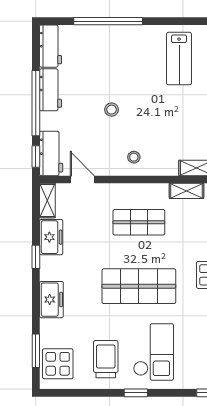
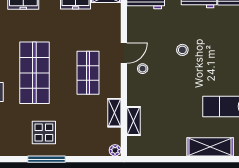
door: (82, 179) -> (124, 53), moved

